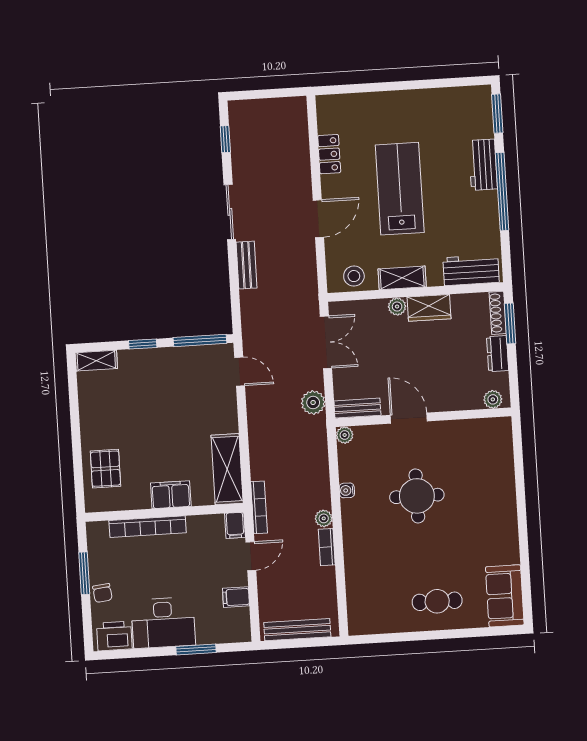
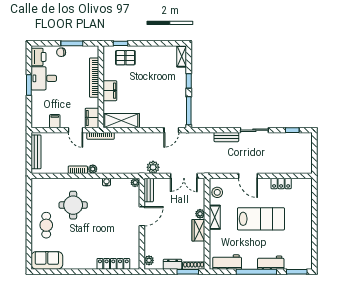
workbench: (471, 270) -> (227, 262), moved, turned -90
locker: (504, 468) -> (113, 264), added
window: (79, 480) -> (121, 43), added
round table: (417, 496) -> (73, 205), moved
filing cabinet: (235, 525) -> (92, 118), width x2.00
desk: (163, 623) -> (44, 78), width x0.73
window: (196, 649) -> (29, 85), moved

